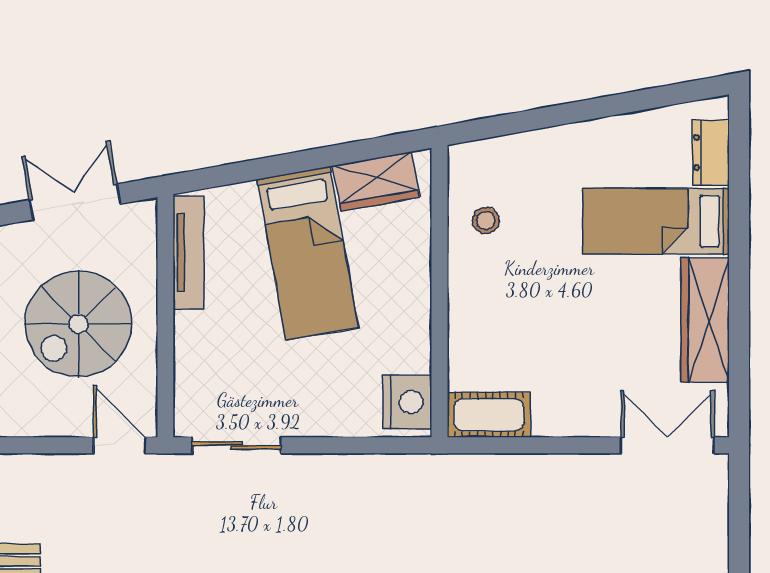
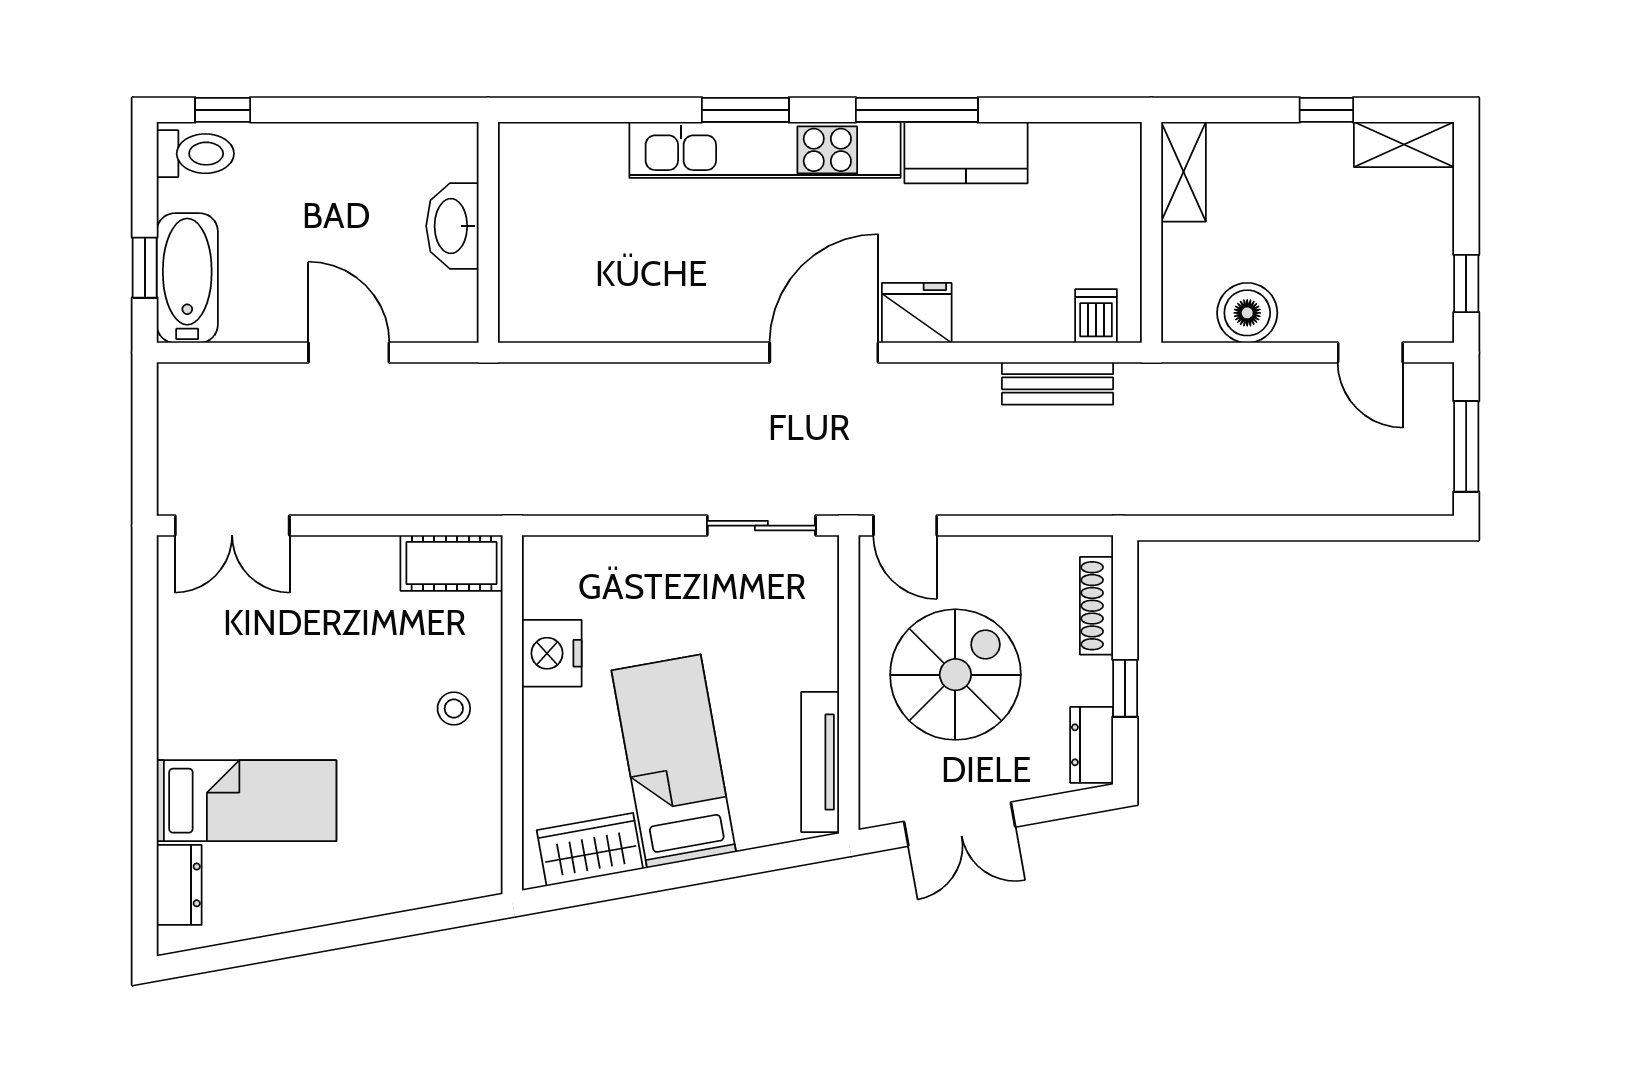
stool: (486, 220) -> (454, 708), moved
wardrobe: (705, 320) -> (186, 680), removed
nightstand: (407, 402) -> (552, 653), moved

